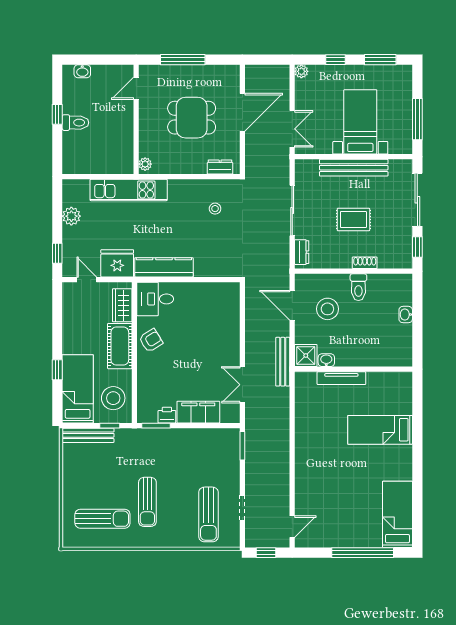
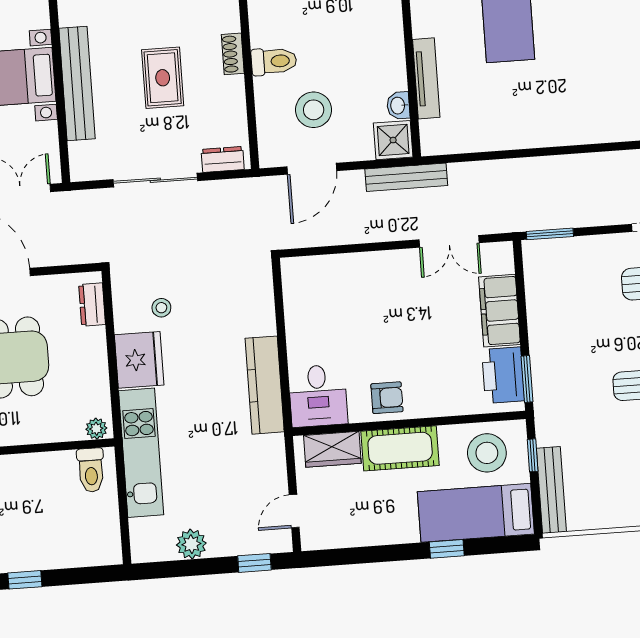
toilet: (75, 123) -> (91, 470), moved, turned 180
fridge: (117, 263) -> (139, 360), moved, turned 180
armchair: (151, 340) -> (387, 398), turned 122
printer: (167, 415) -> (503, 375), width x1.87, depth x1.48

